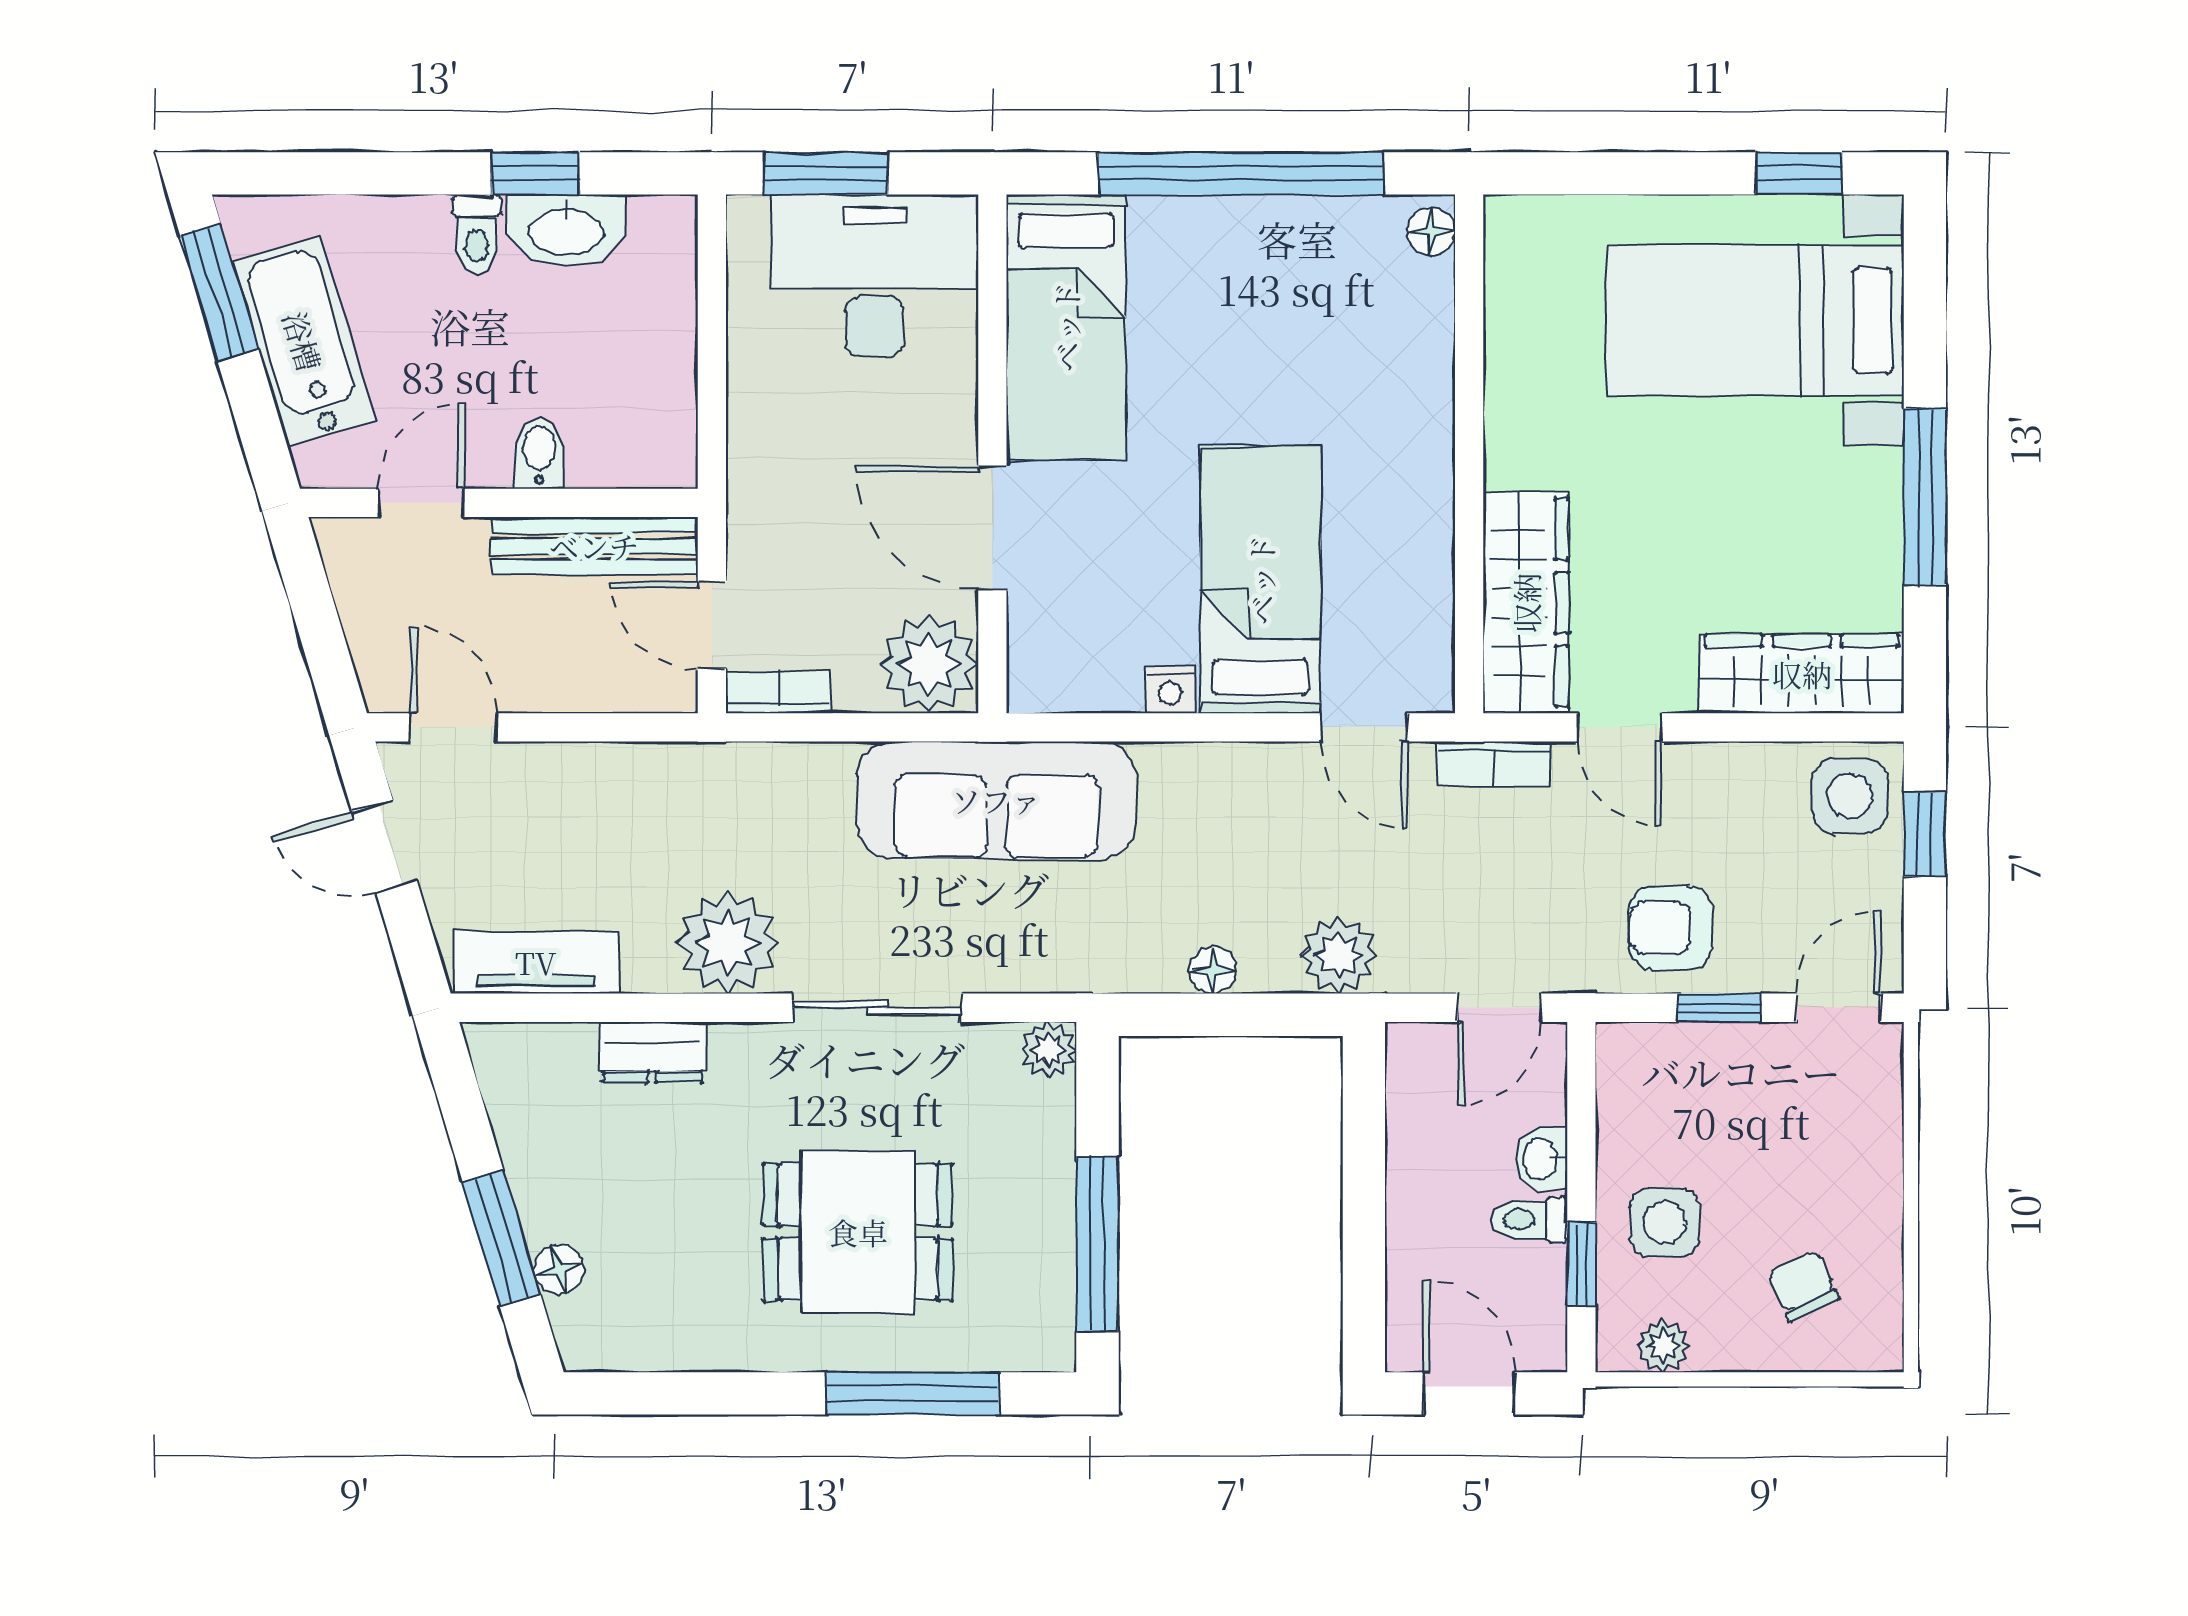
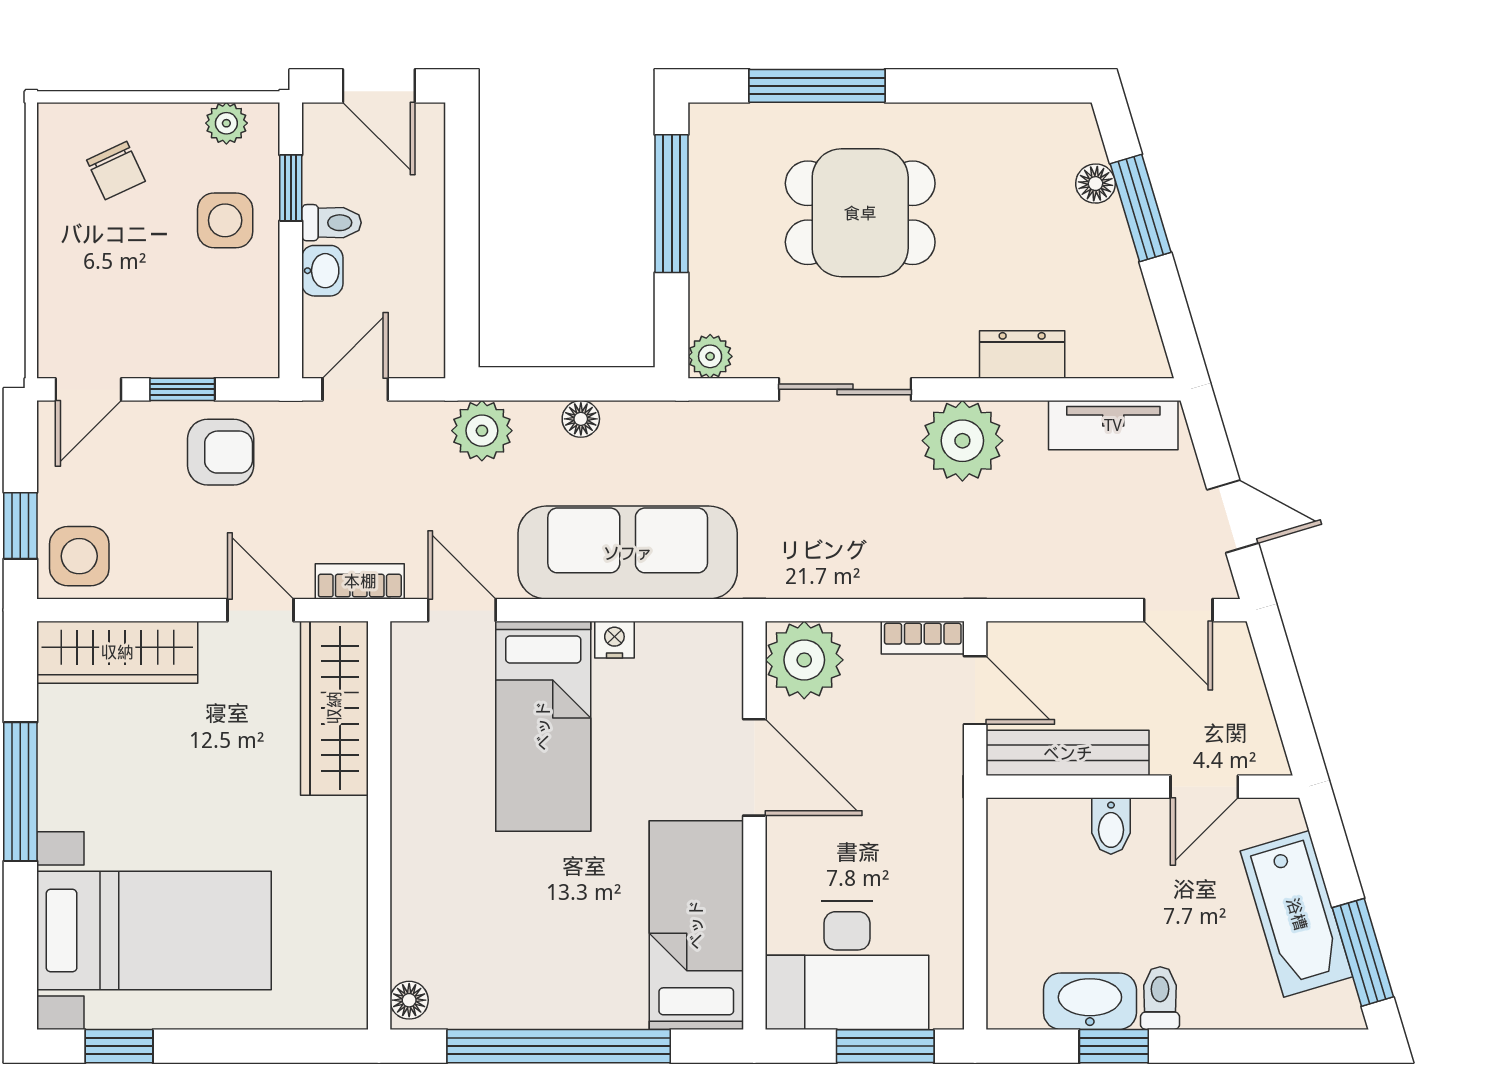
sofa: (996, 800) -> (628, 553), moved

